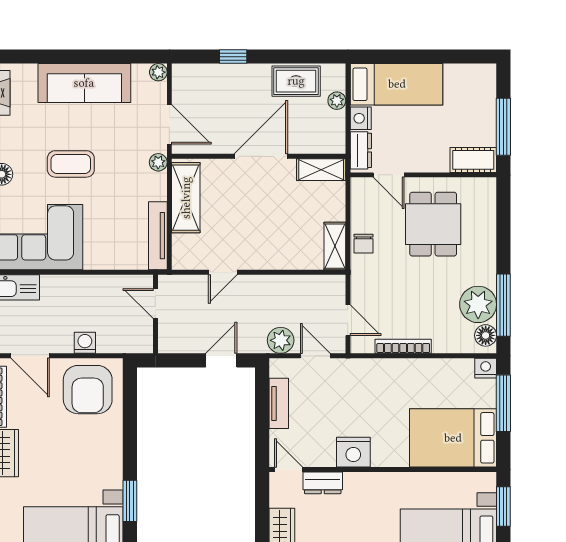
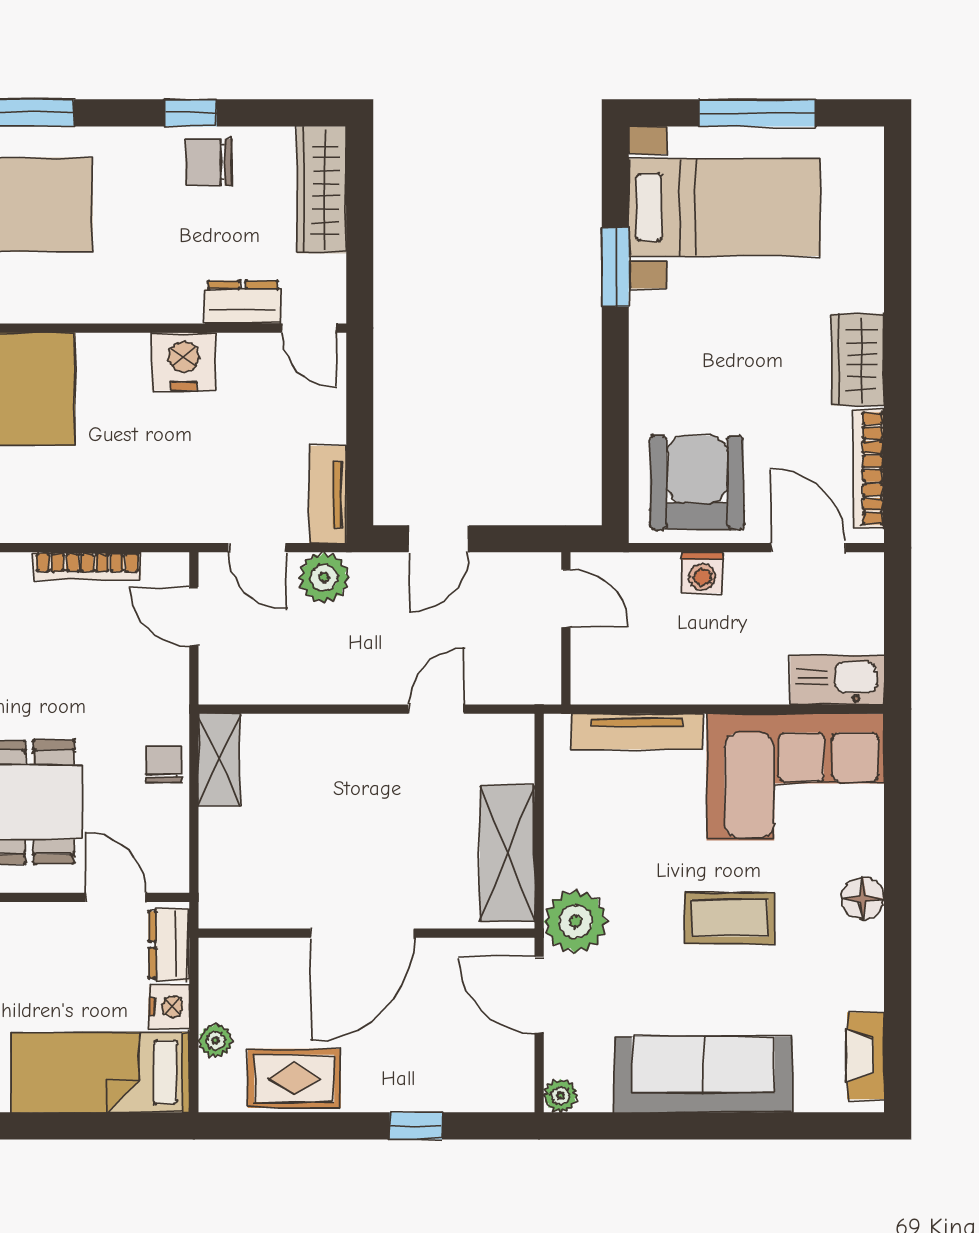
plant: (158, 162) -> (575, 922), width x1.88, depth x1.88
shelving: (321, 170) -> (246, 907), removed
tv unit: (158, 236) -> (637, 731), moved, turned 90
door: (155, 304) -> (566, 599), moved
tv unit: (279, 403) -> (328, 494), moved

